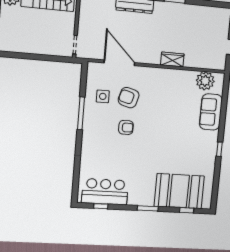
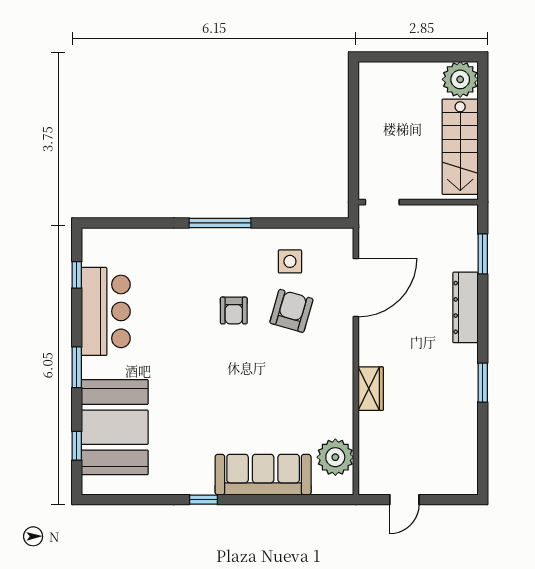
sofa: (211, 112) -> (263, 475), width x1.36
window: (81, 113) -> (220, 223), moved
bar counter: (105, 192) -> (106, 311), moved

